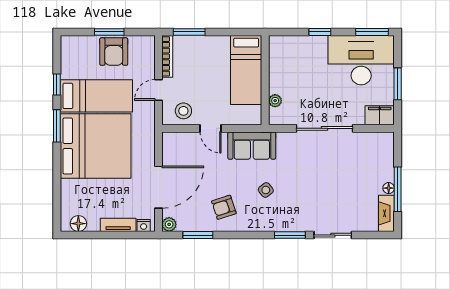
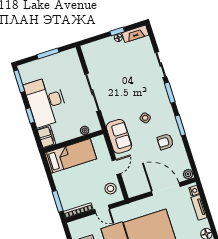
desk: (361, 60) -> (46, 102), moved
filing cabinet: (380, 115) -> (46, 137), moved, turned 180
window: (398, 189) -> (117, 31), width x0.46
armchair: (224, 207) -> (165, 142), turned 108
window: (198, 235) -> (180, 125), moved

